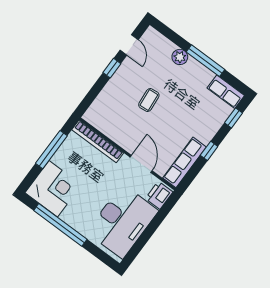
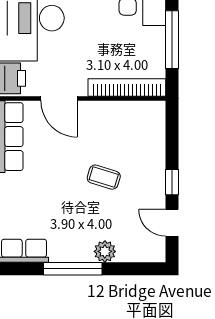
coffee table: (149, 100) -> (104, 177), turned -68

